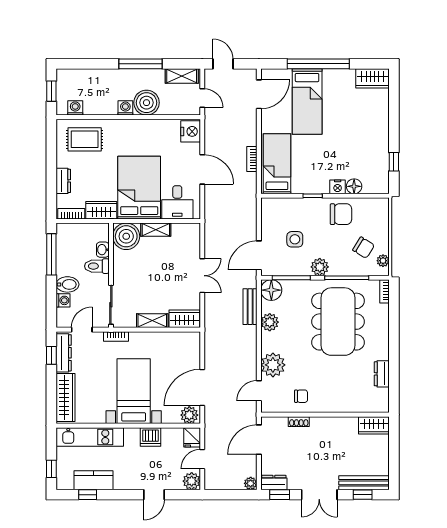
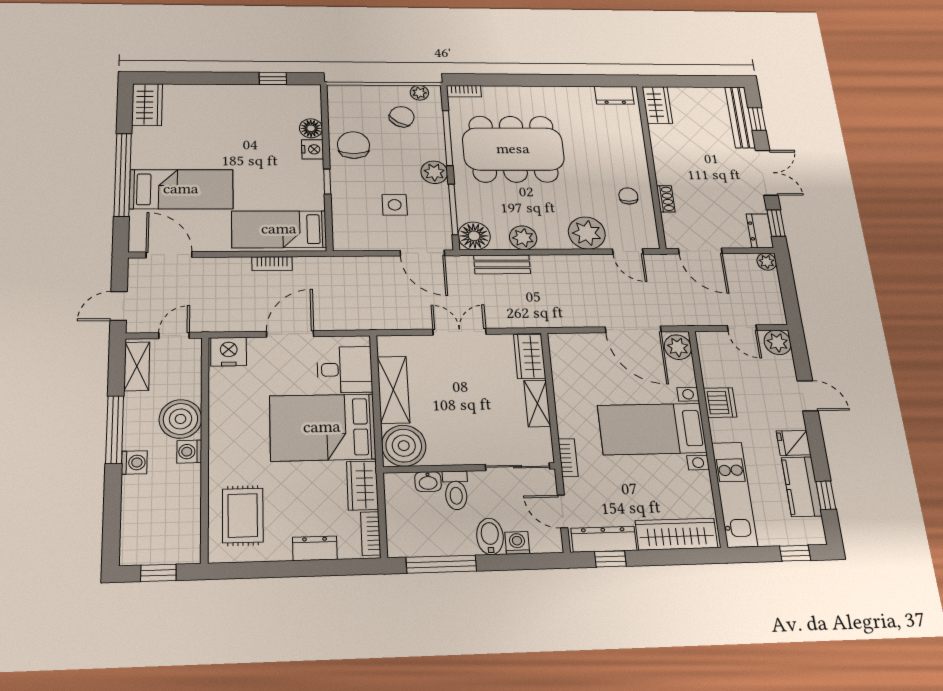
washing machine: (75, 108) -> (134, 462), moved, turned 180
shelving: (156, 230) -> (393, 390), width x1.50, depth x1.33
dresser: (382, 374) -> (614, 95), moved
fridge: (192, 437) -> (794, 443), moved, turned 180

